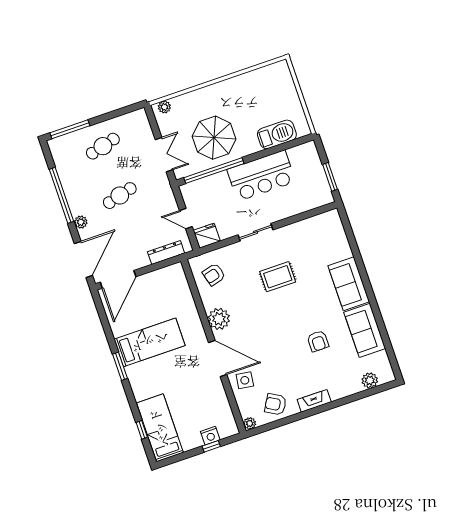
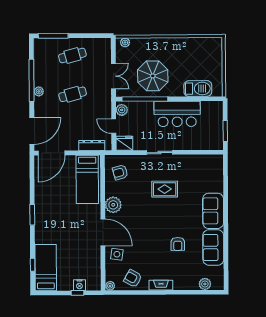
plant: (189, 194) -> (122, 110), added
plant: (81, 222) -> (39, 91), moved
bed: (150, 342) -> (87, 179), moved, turned 90

